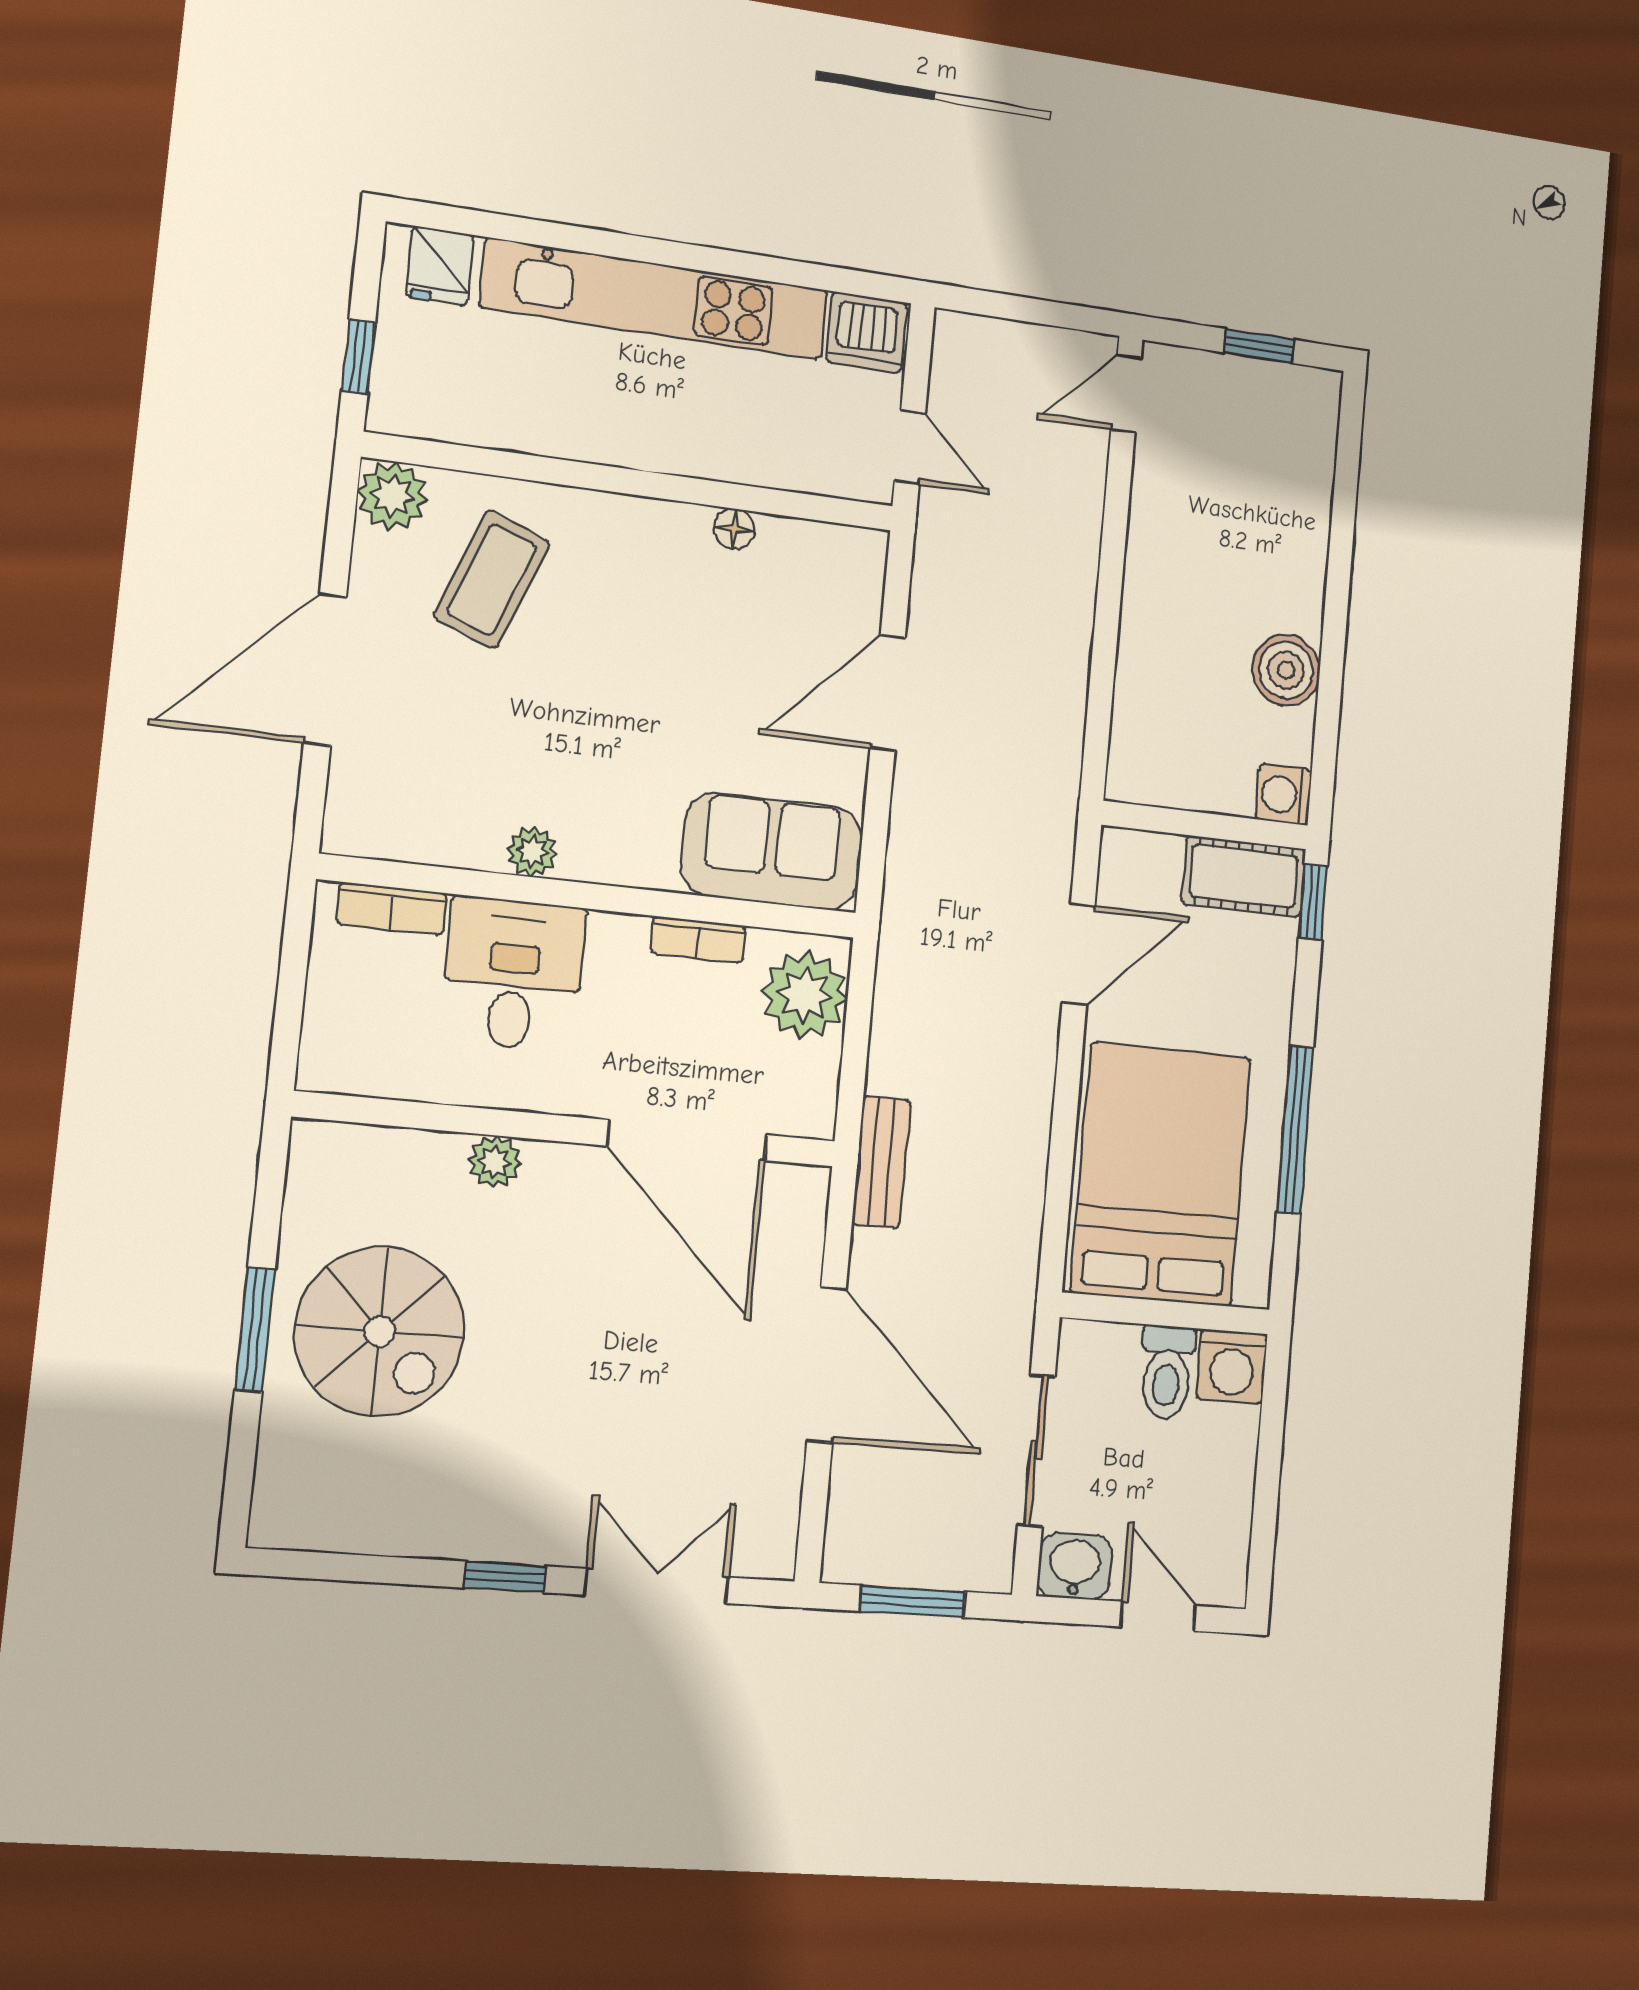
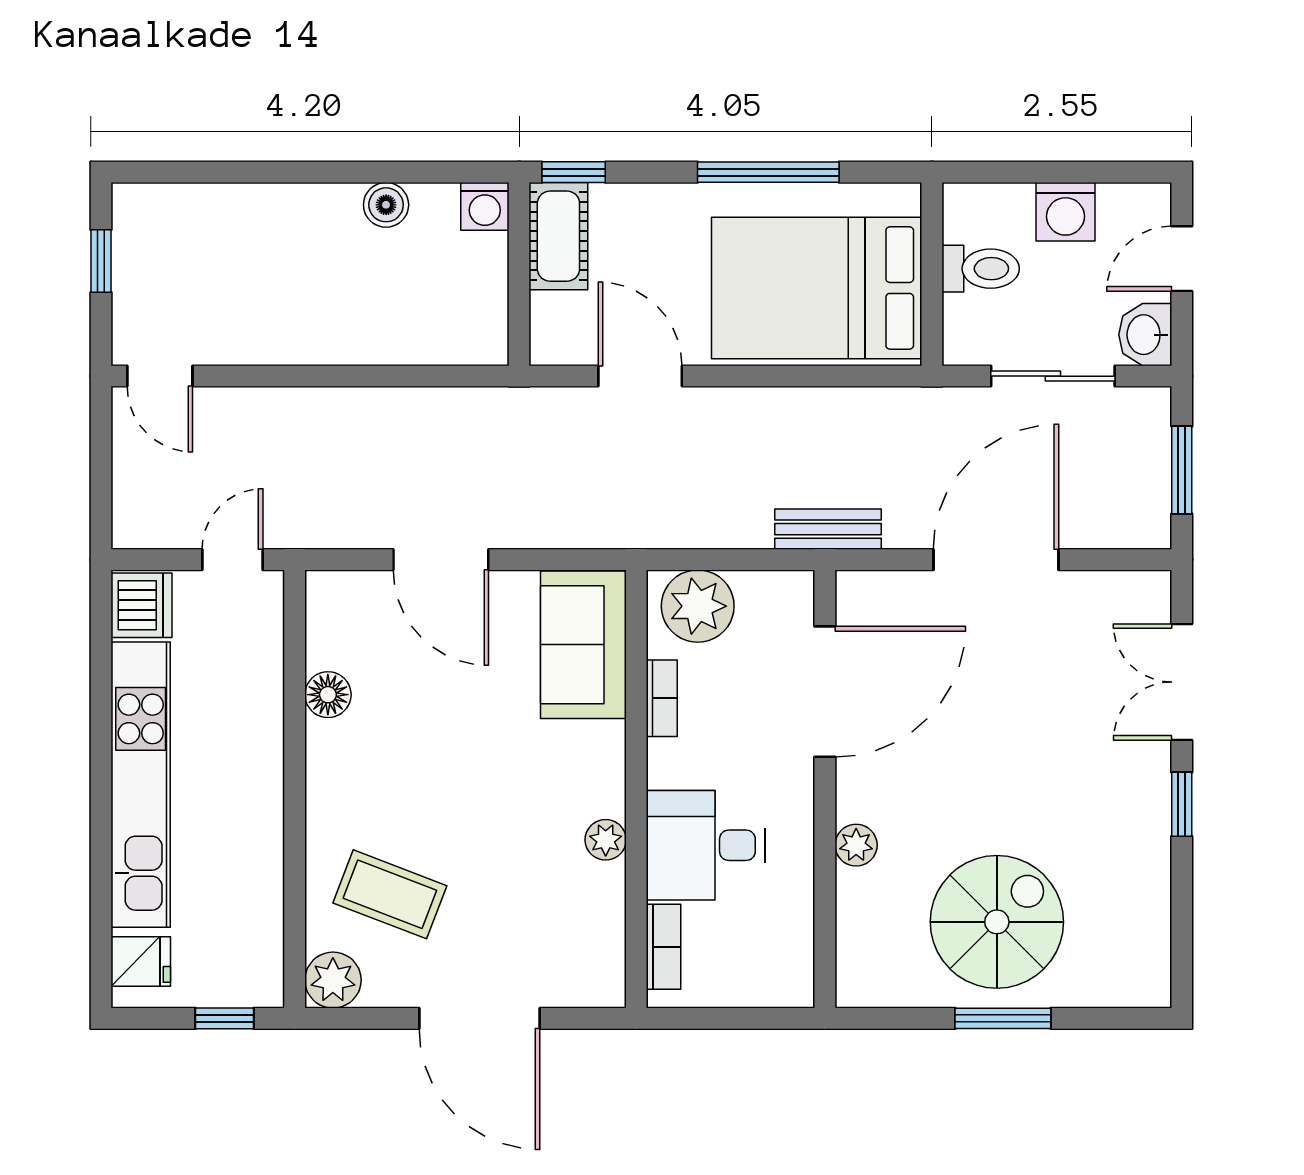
floor lamp: (734, 529) -> (328, 695), width x1.37, depth x1.37
boiler: (1286, 670) -> (386, 205), width x0.73, depth x0.73
washing machine: (1232, 1366) -> (1066, 212), moved, turned 90

